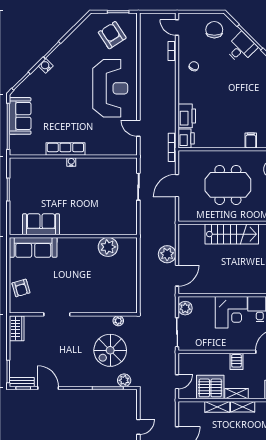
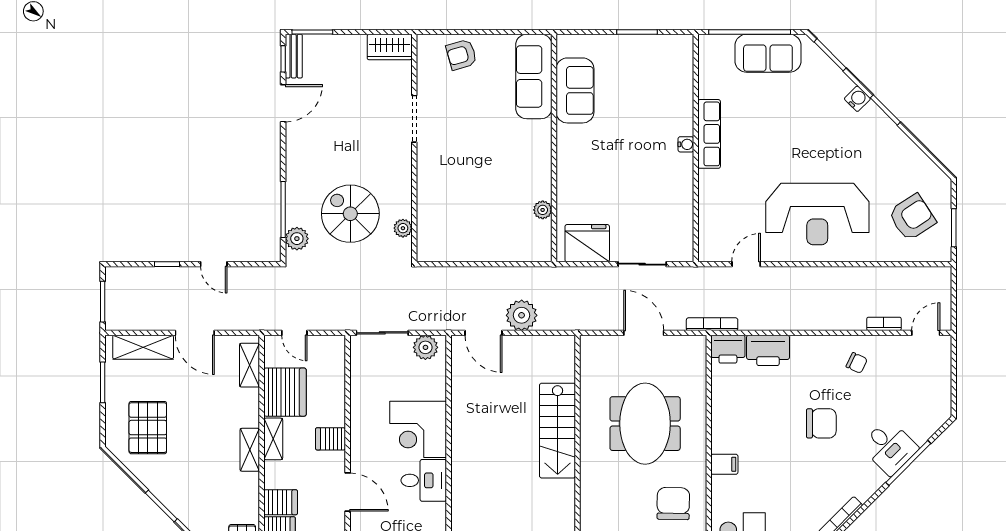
chair: (214, 30) -> (821, 423), moved
fridge: (127, 217) -> (587, 243), added
plant: (108, 247) -> (543, 210), width x0.53, depth x0.53
shelving: (217, 407) -> (250, 365), moved

